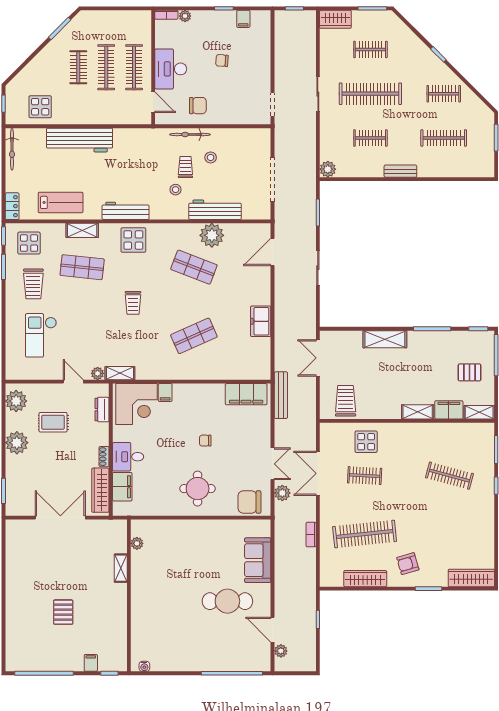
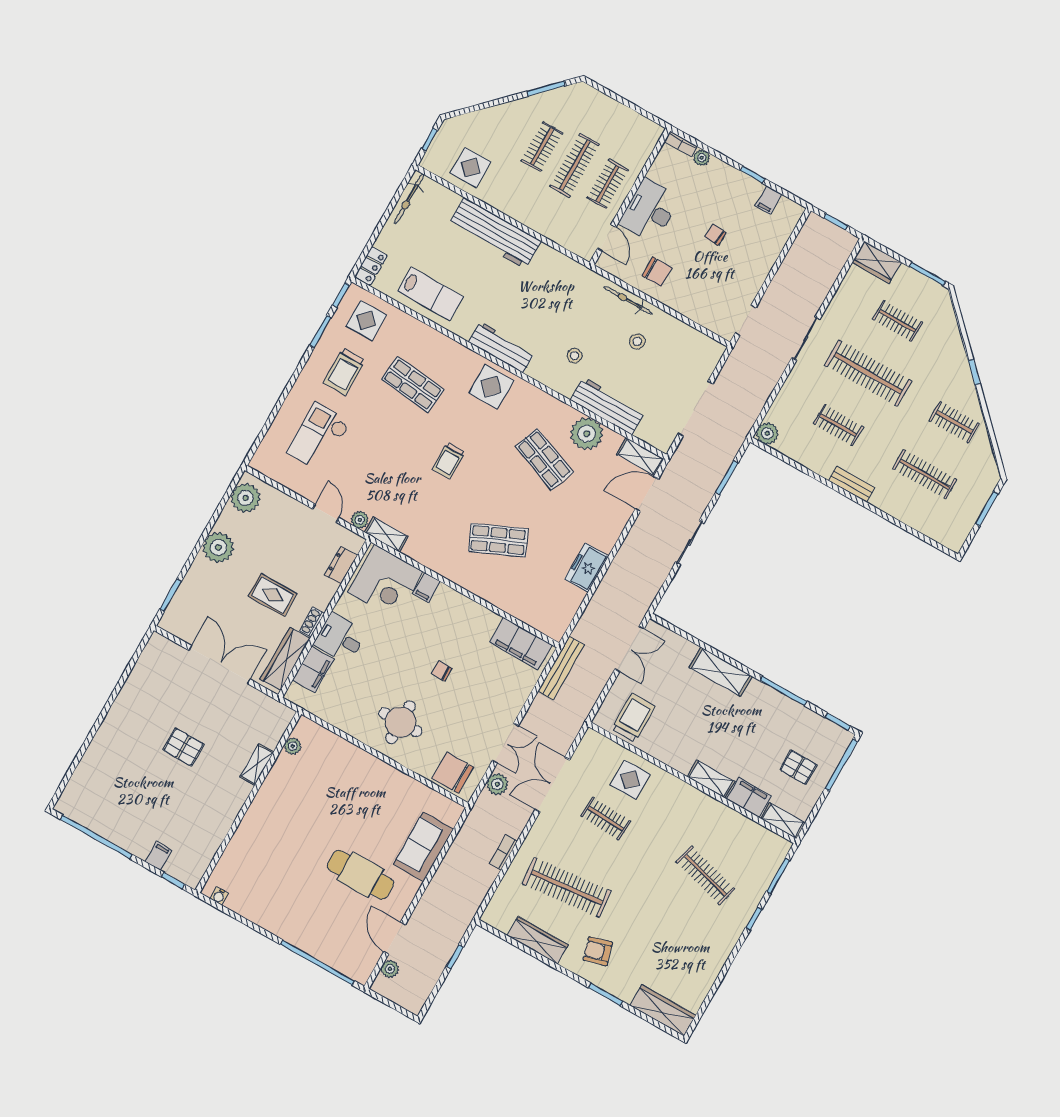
clothes rail: (134, 67) -> (607, 184), width x0.73
trolley: (185, 167) -> (601, 336), removed
shelving: (82, 230) -> (640, 457), moved
double door: (318, 358) -> (629, 649), swing flipped
rug: (53, 422) -> (273, 595), moved
pallet: (63, 612) -> (183, 747), moved, turned 90

